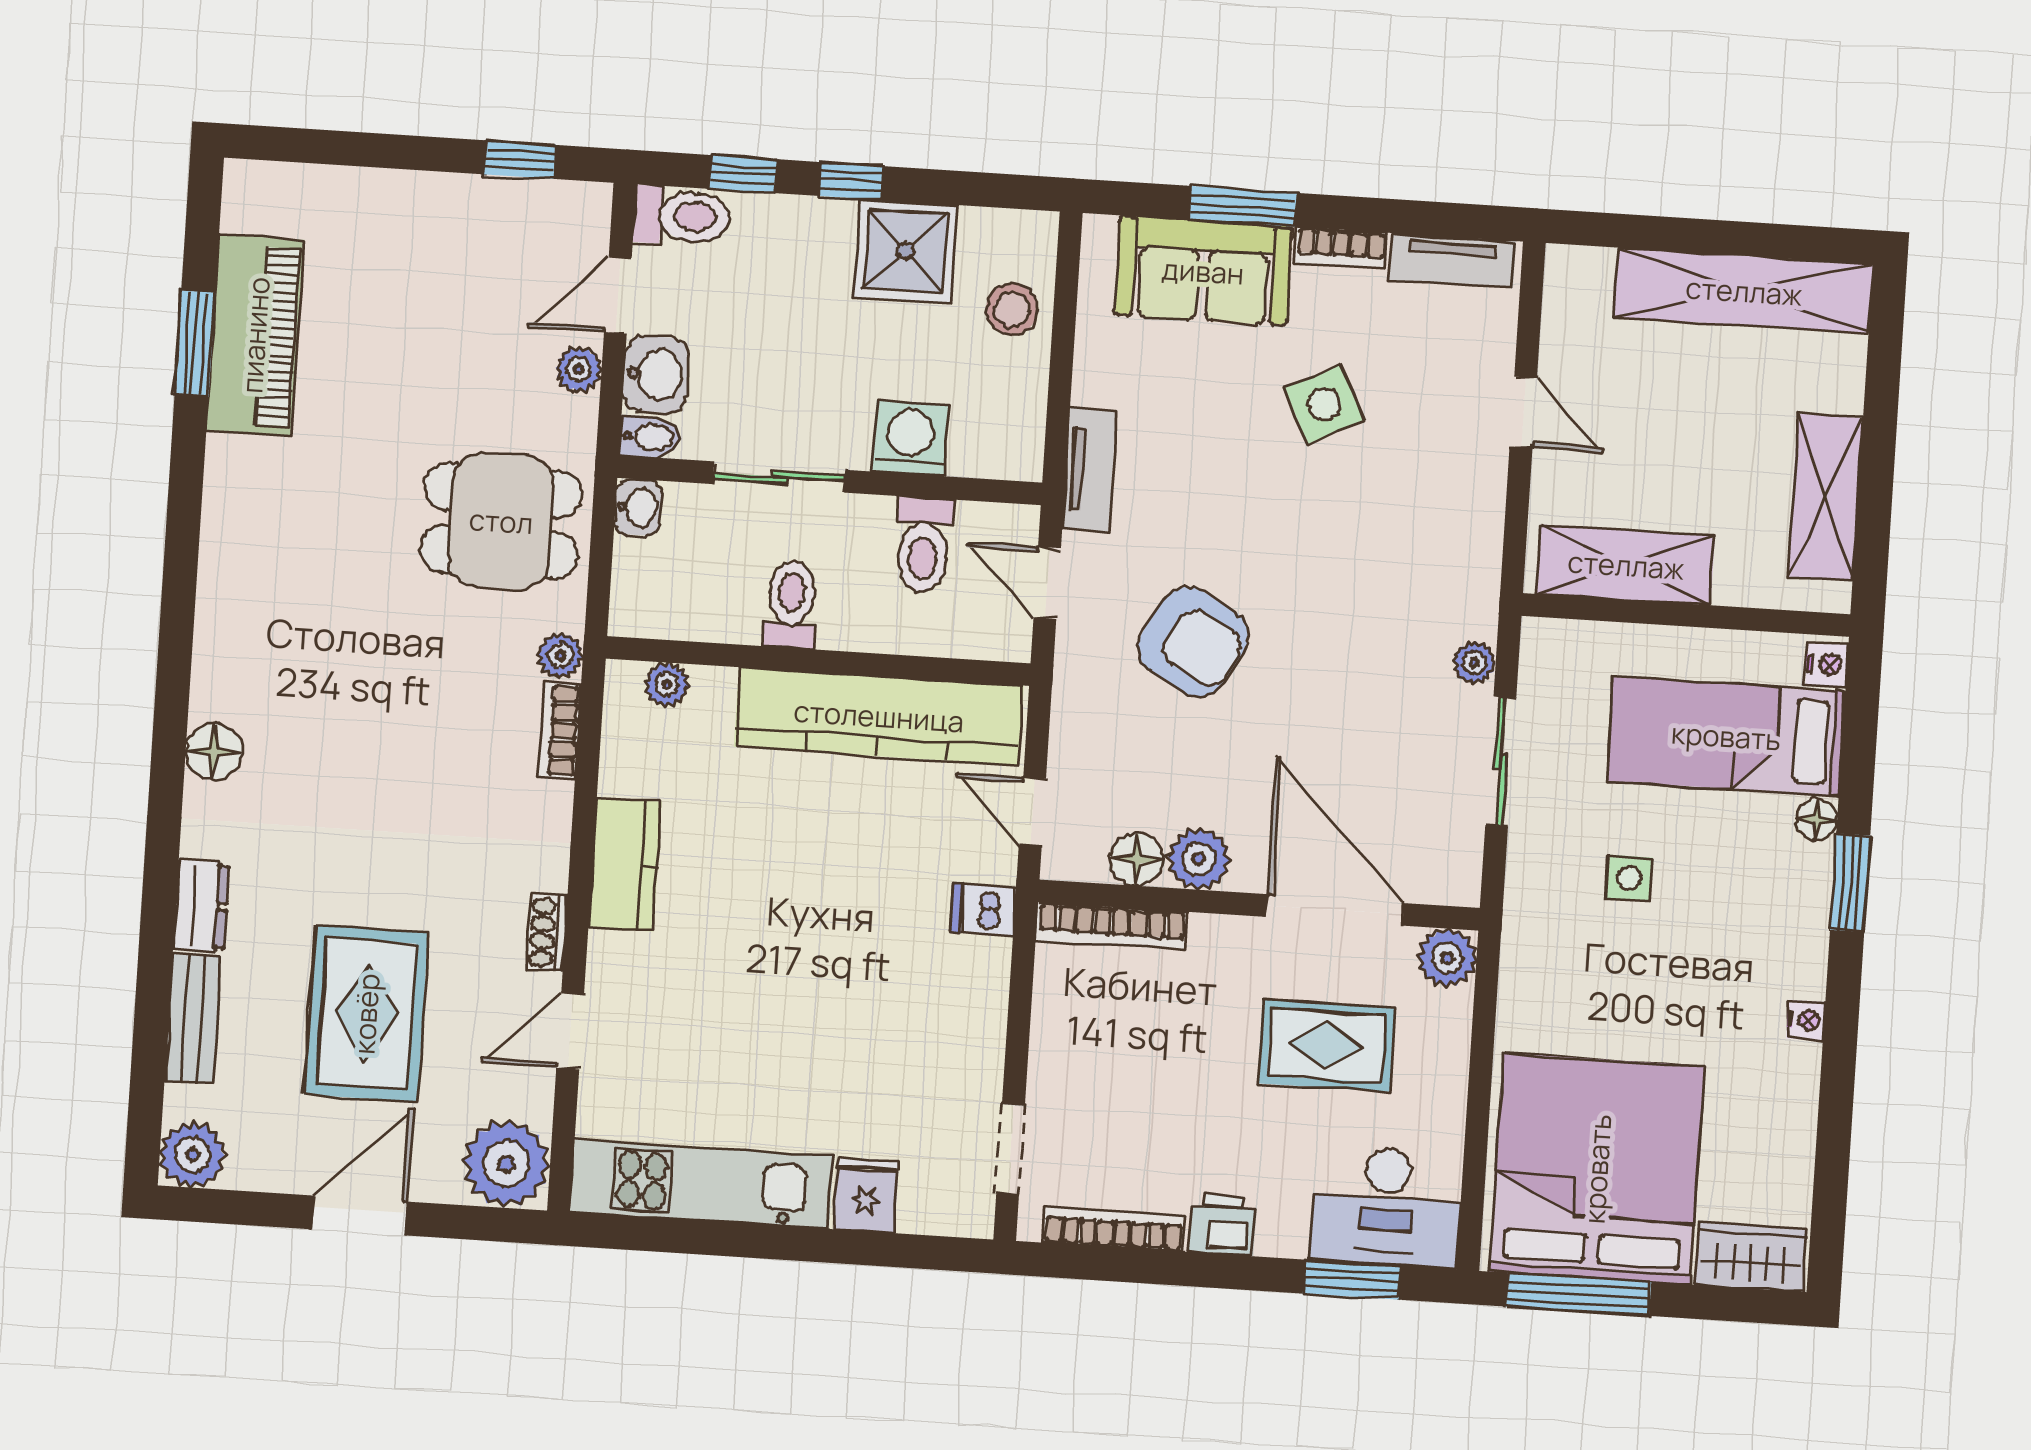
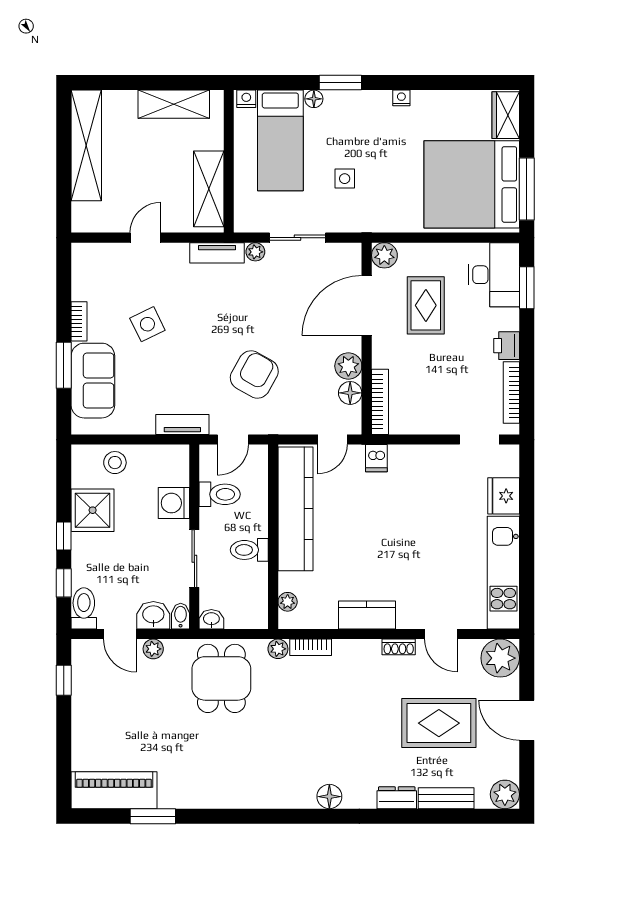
tv unit: (1452, 261) -> (217, 253), moved, turned 90
piano: (255, 335) -> (114, 790), moved
fridge: (866, 1195) -> (504, 496), width x1.38

